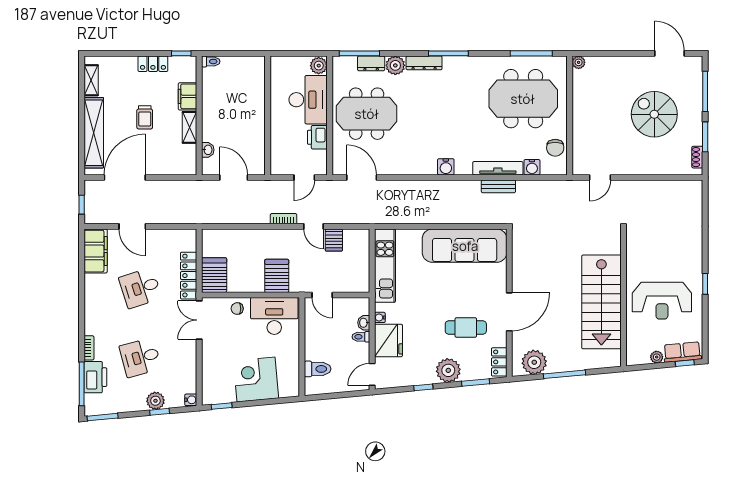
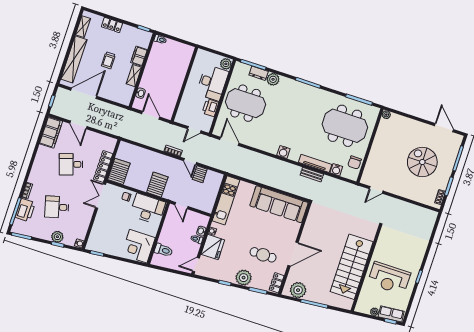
dresser: (424, 63) -> (291, 84), removed
locker: (153, 64) -> (112, 25), moved
corner desk: (256, 380) -> (138, 246), moved, turned -85

